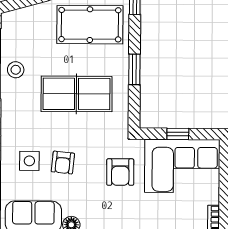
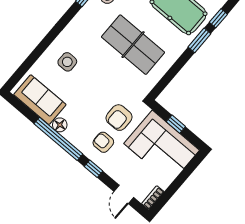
window: (134, 69) -> (199, 40), moved
armchair: (63, 163) -> (103, 142), moved, turned 84

